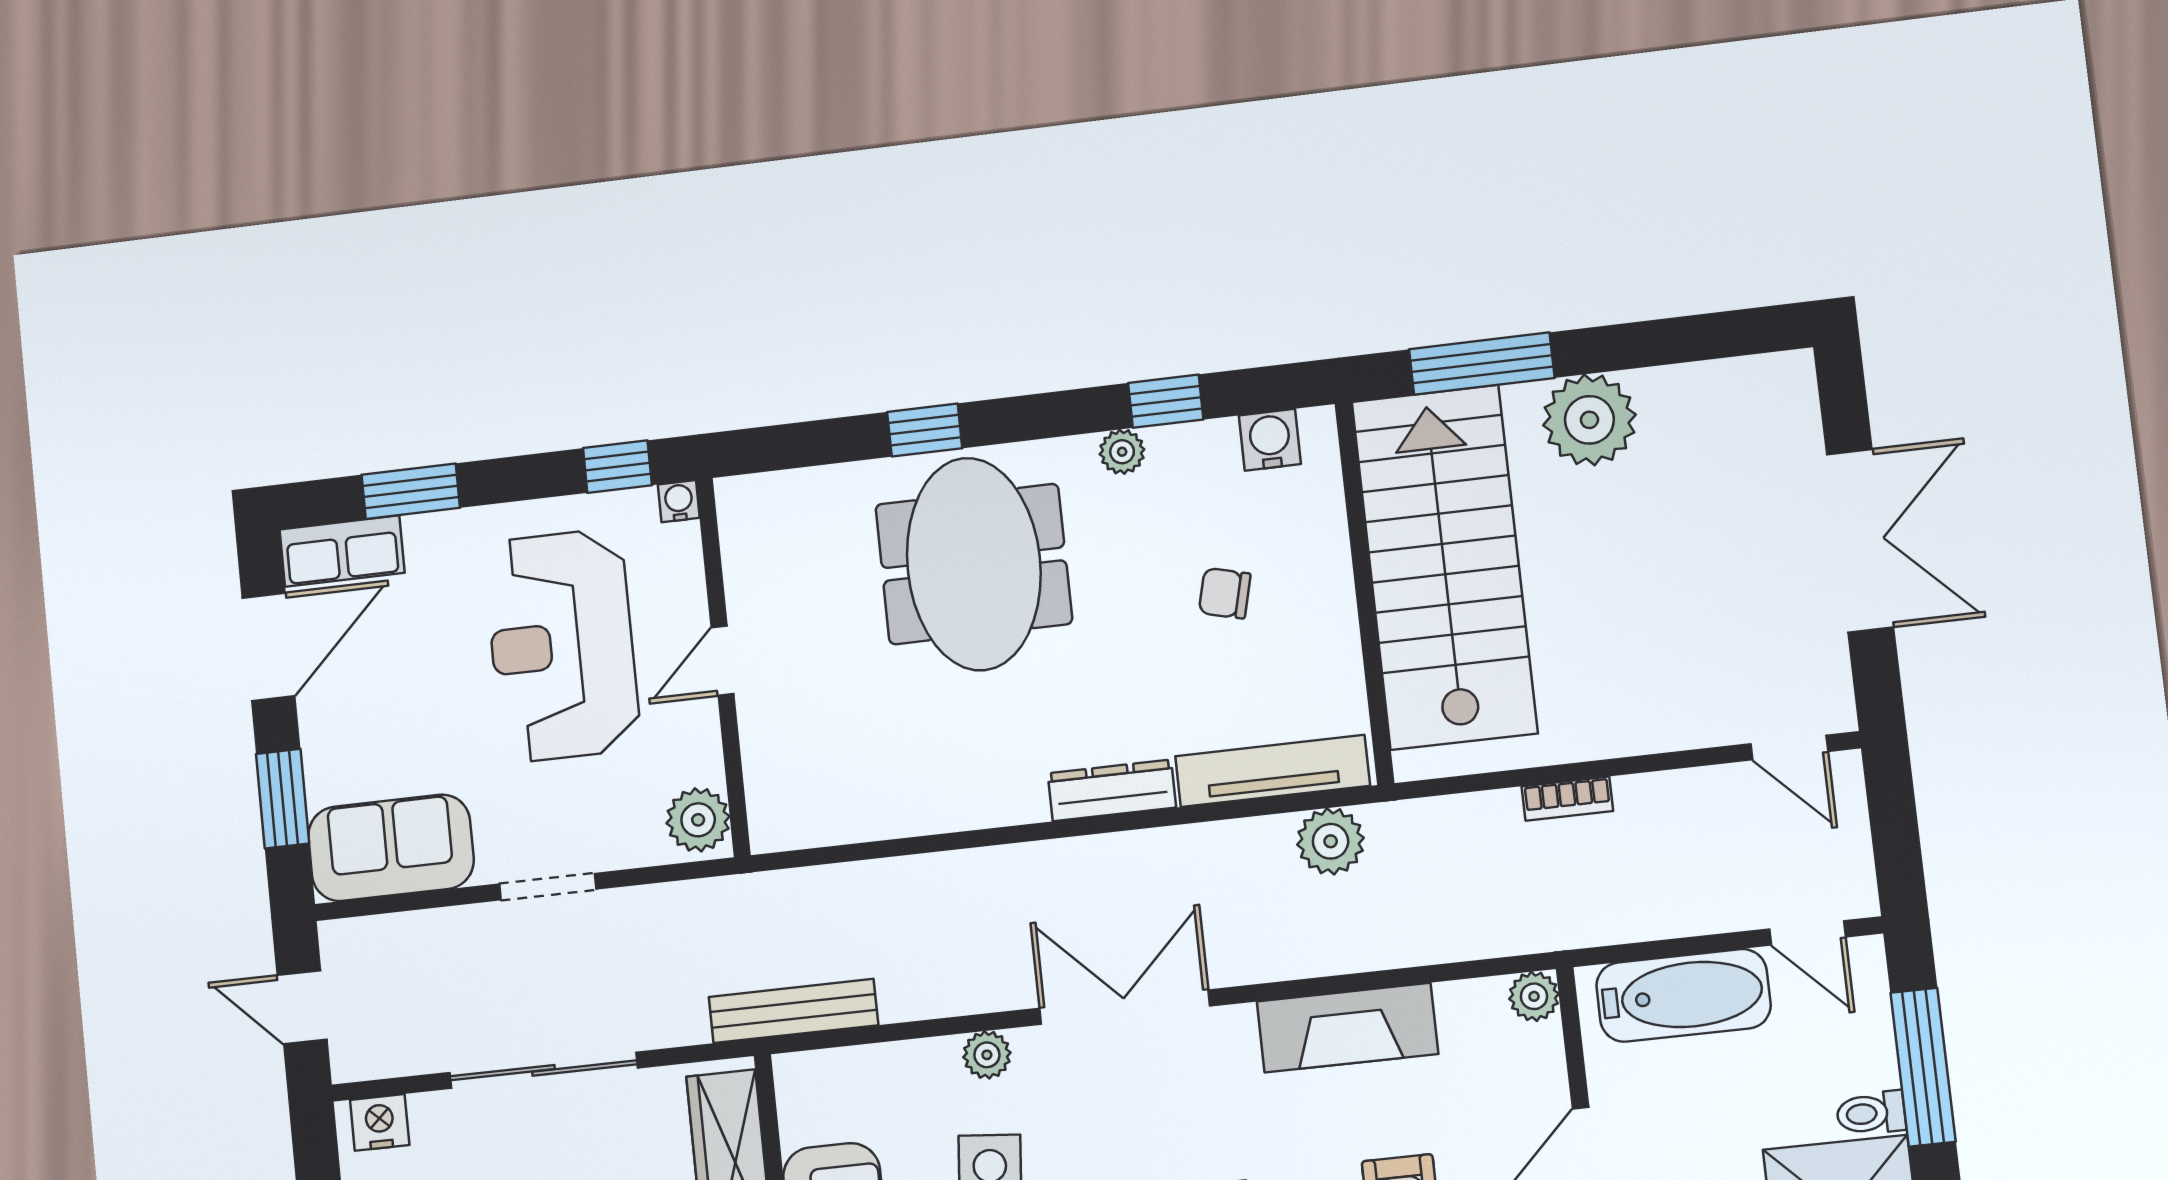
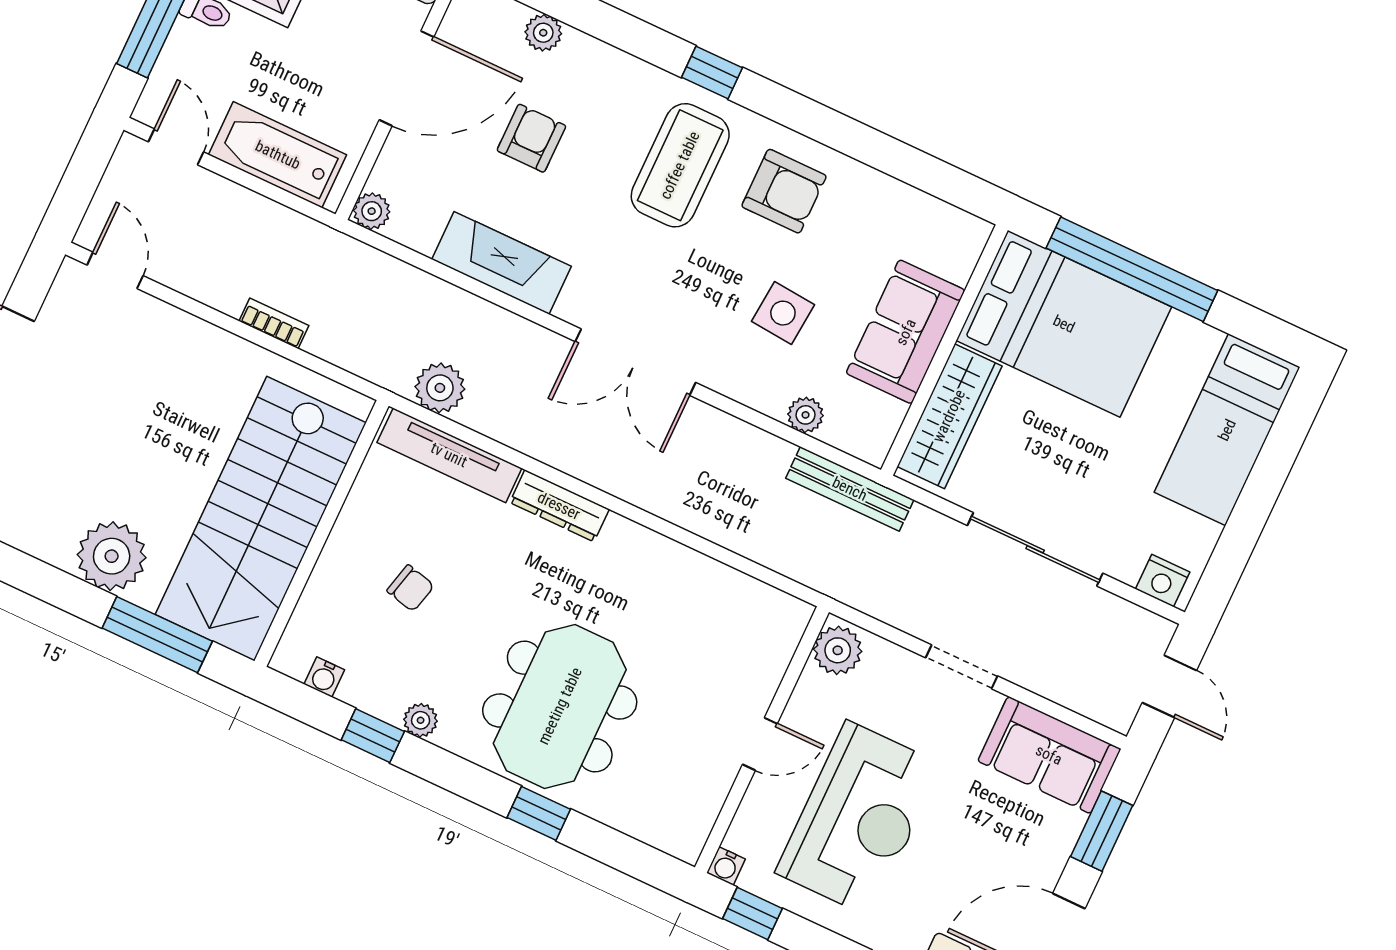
water cooler: (1270, 440) -> (324, 677), width x0.72, depth x0.72
plant: (987, 1055) -> (806, 415), moved

